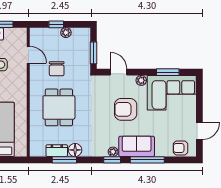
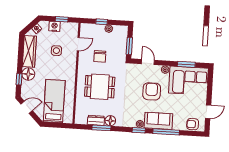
door: (28, 55) -> (78, 44), hinge flipped
dining table: (59, 107) -> (100, 87), turned 90
armchair: (126, 109) -> (152, 91), turned 90

